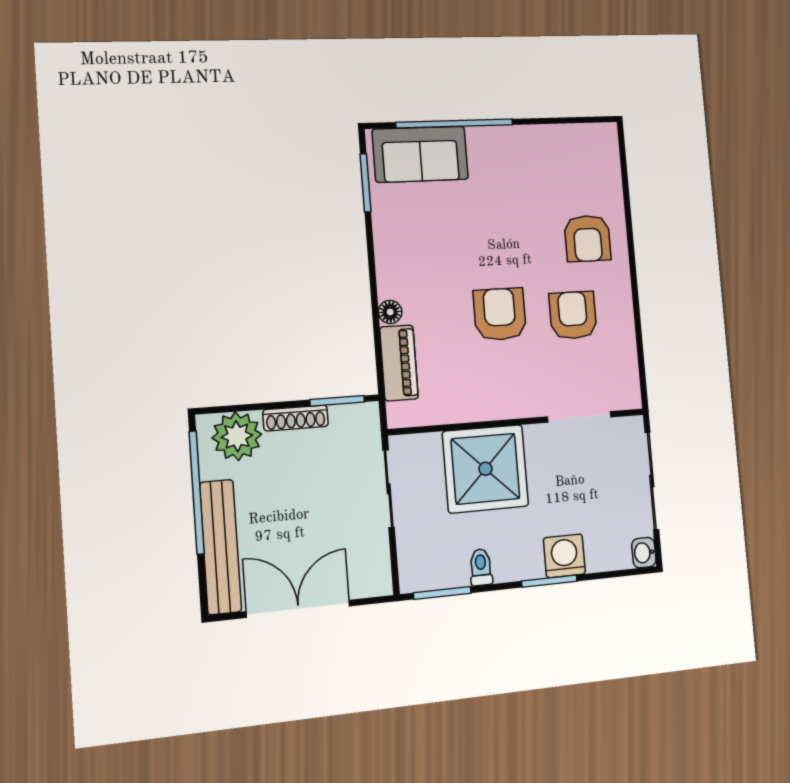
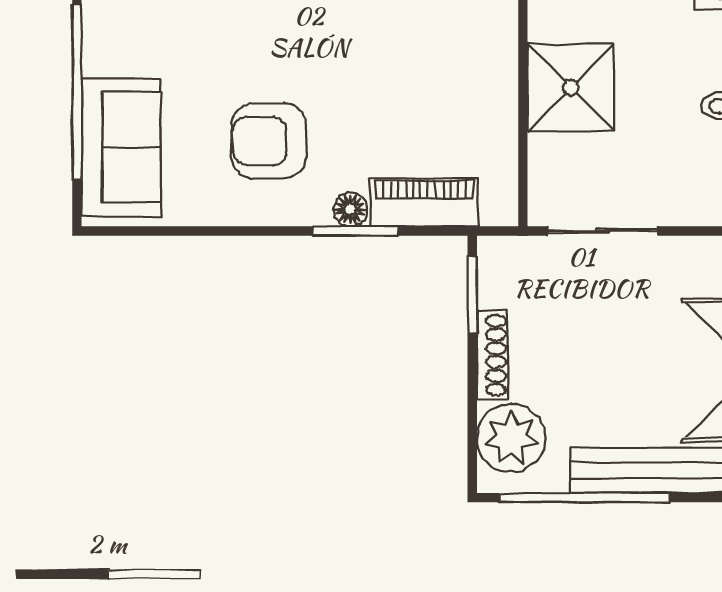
window: (366, 183) -> (356, 231), moved
armchair: (500, 314) -> (269, 141), moved
shower: (485, 469) -> (571, 88), width x0.73, depth x0.73

